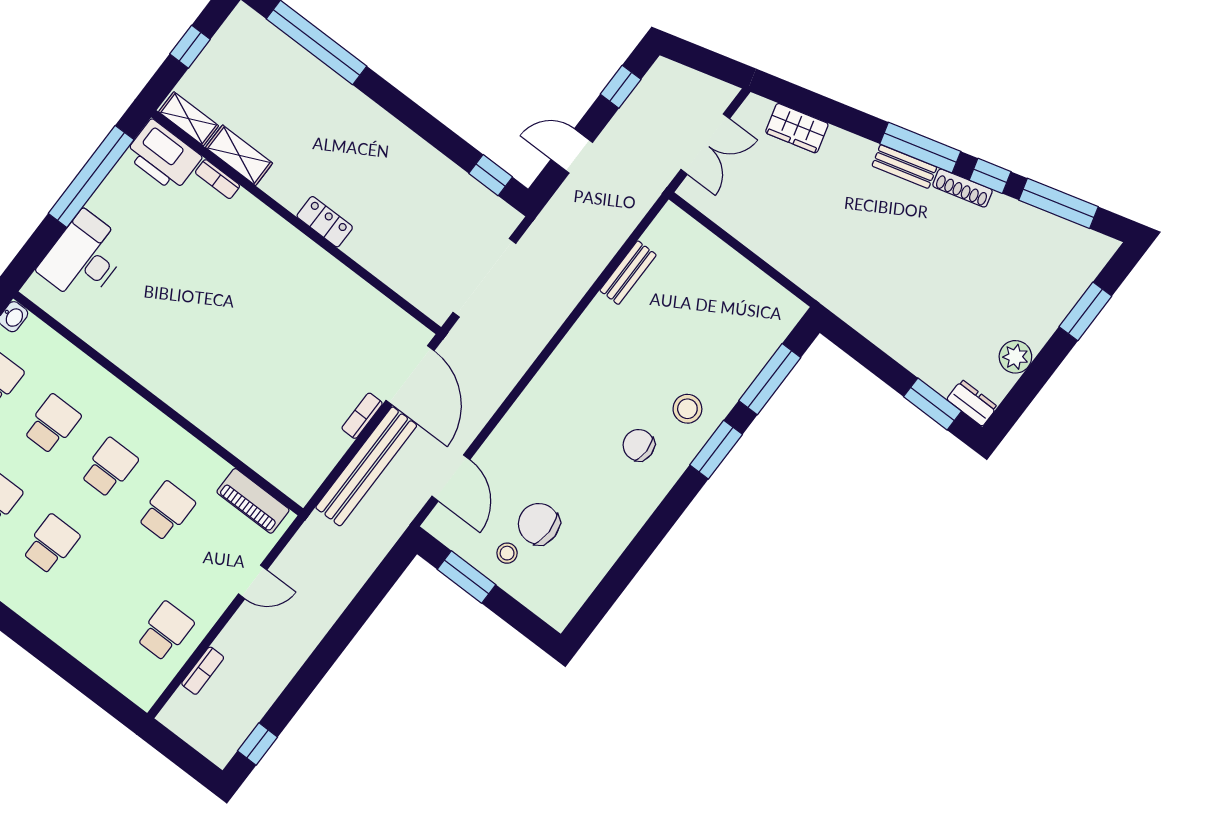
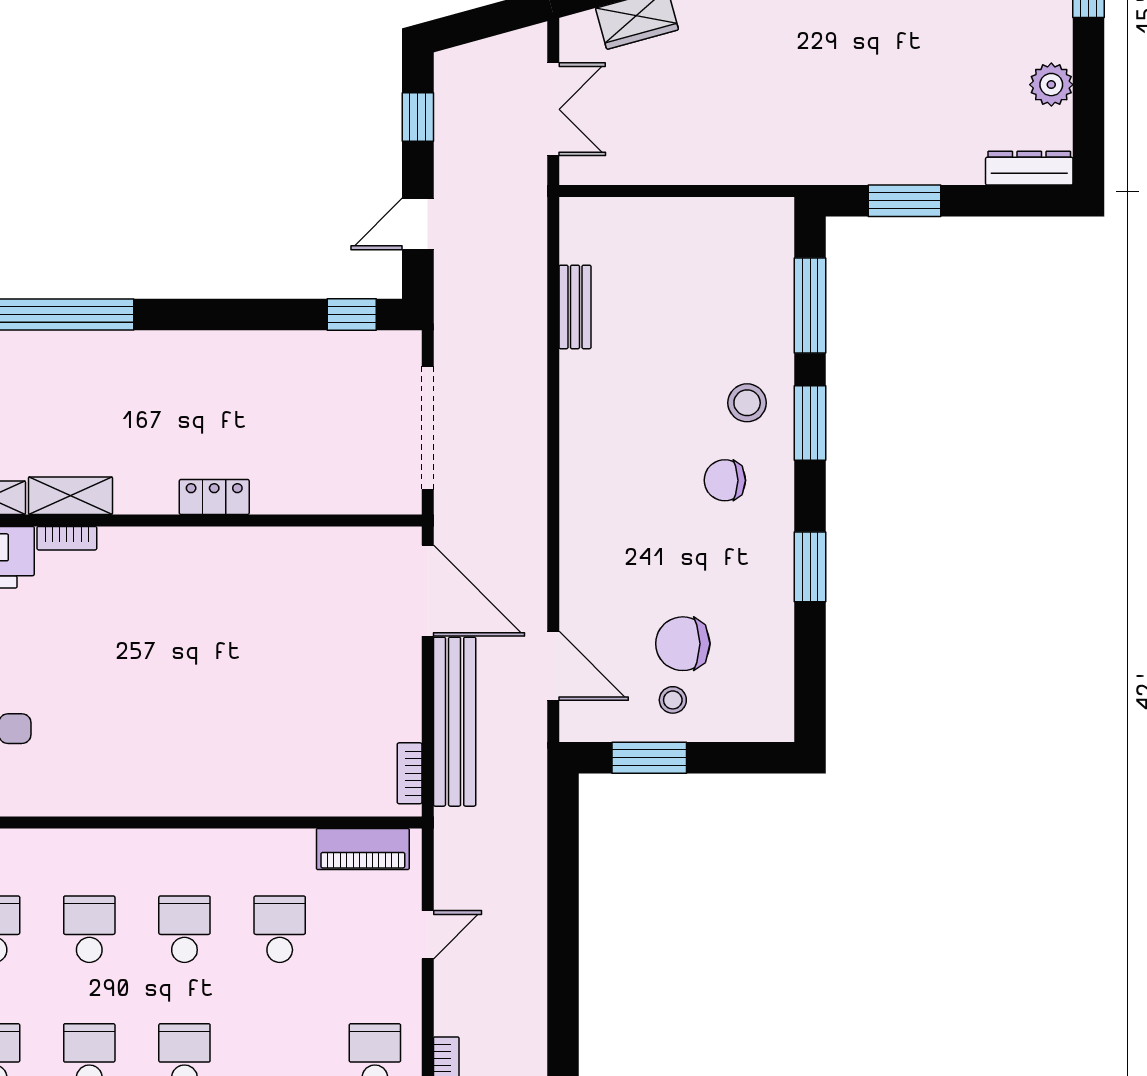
dresser: (972, 403) -> (1029, 168), width x1.44
window: (933, 404) -> (904, 201), moved
bookcase: (362, 416) -> (410, 773), moved
window: (650, 536) -> (810, 567), added

